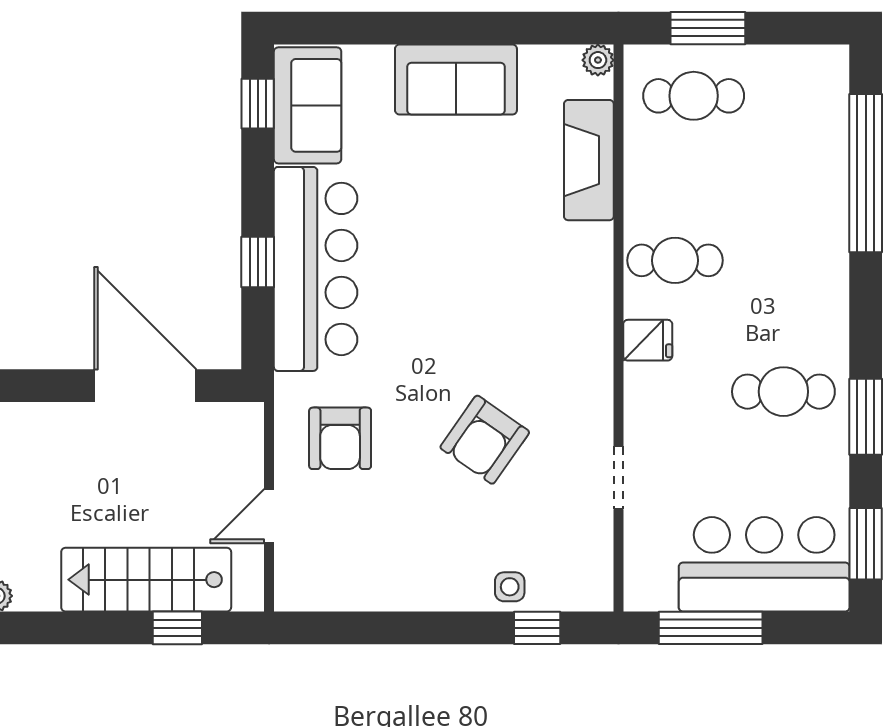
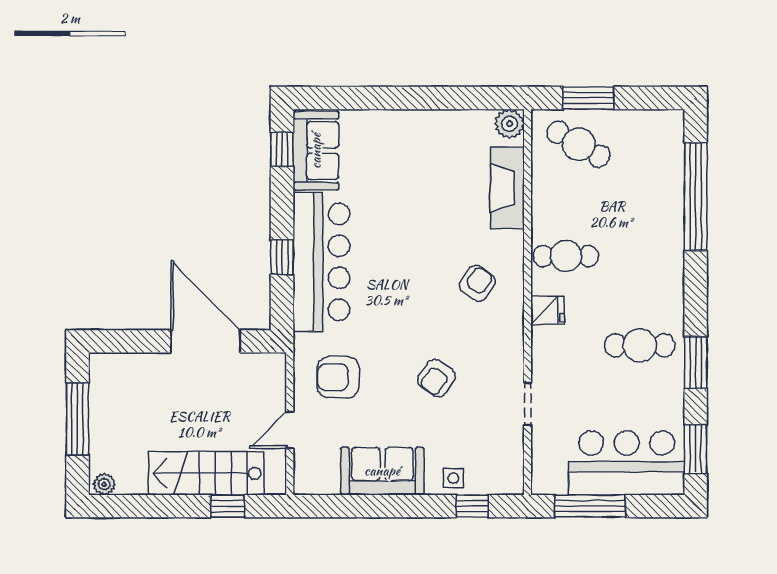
plant: (598, 60) -> (510, 124), width x1.38, depth x1.38
sofa: (456, 80) -> (382, 471), moved, turned 180
cafe table: (694, 96) -> (579, 144), turned 30
armchair: (545, 301) -> (477, 283), added
armchair: (340, 438) -> (338, 377), turned 90
armchair: (485, 440) -> (436, 378), width x0.72, depth x0.72

